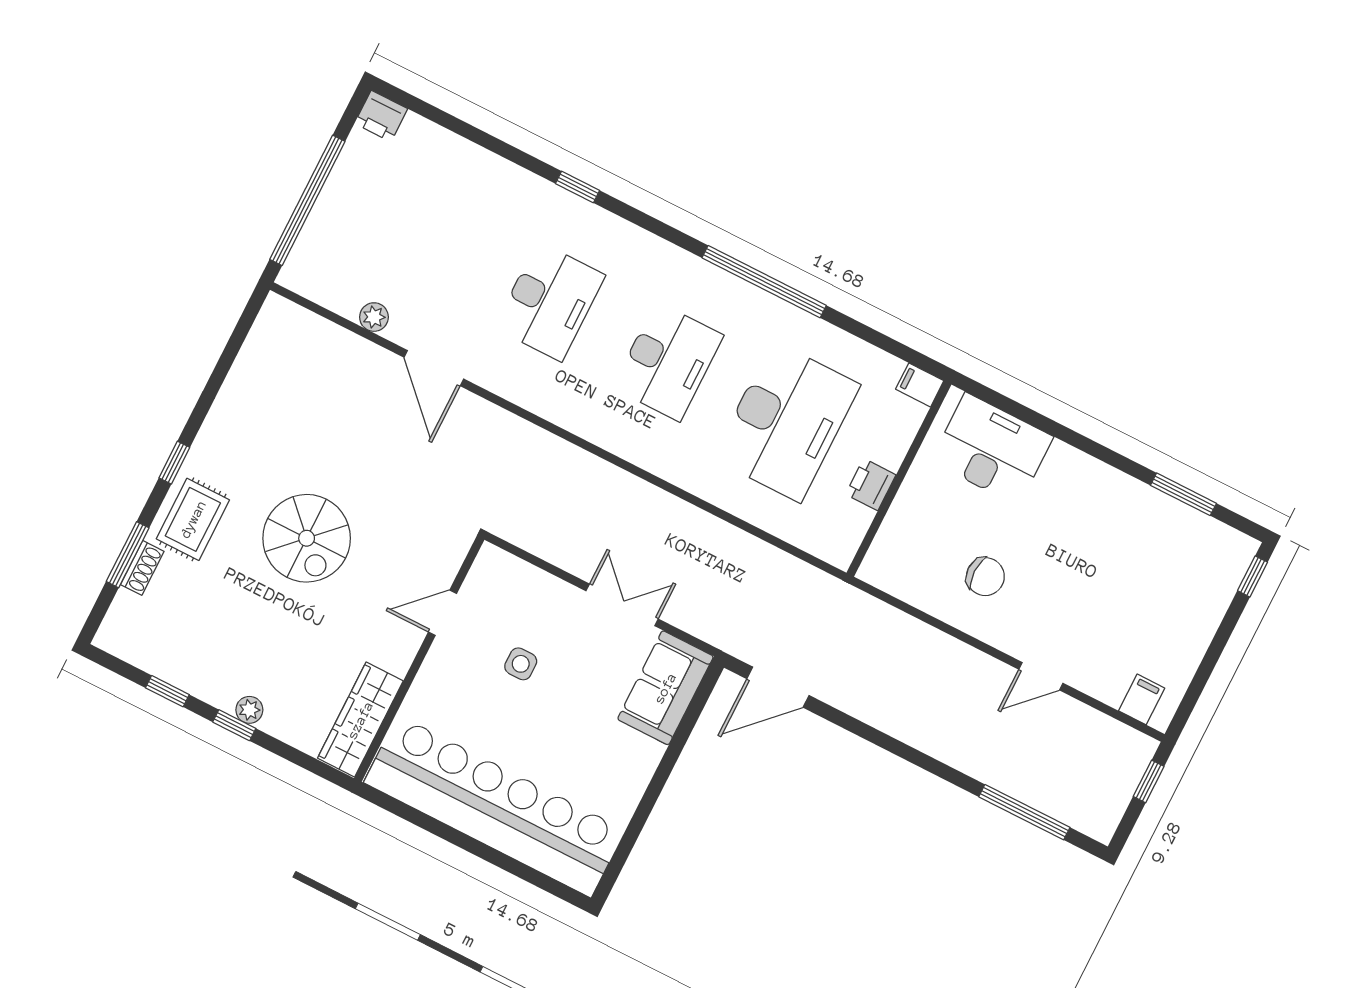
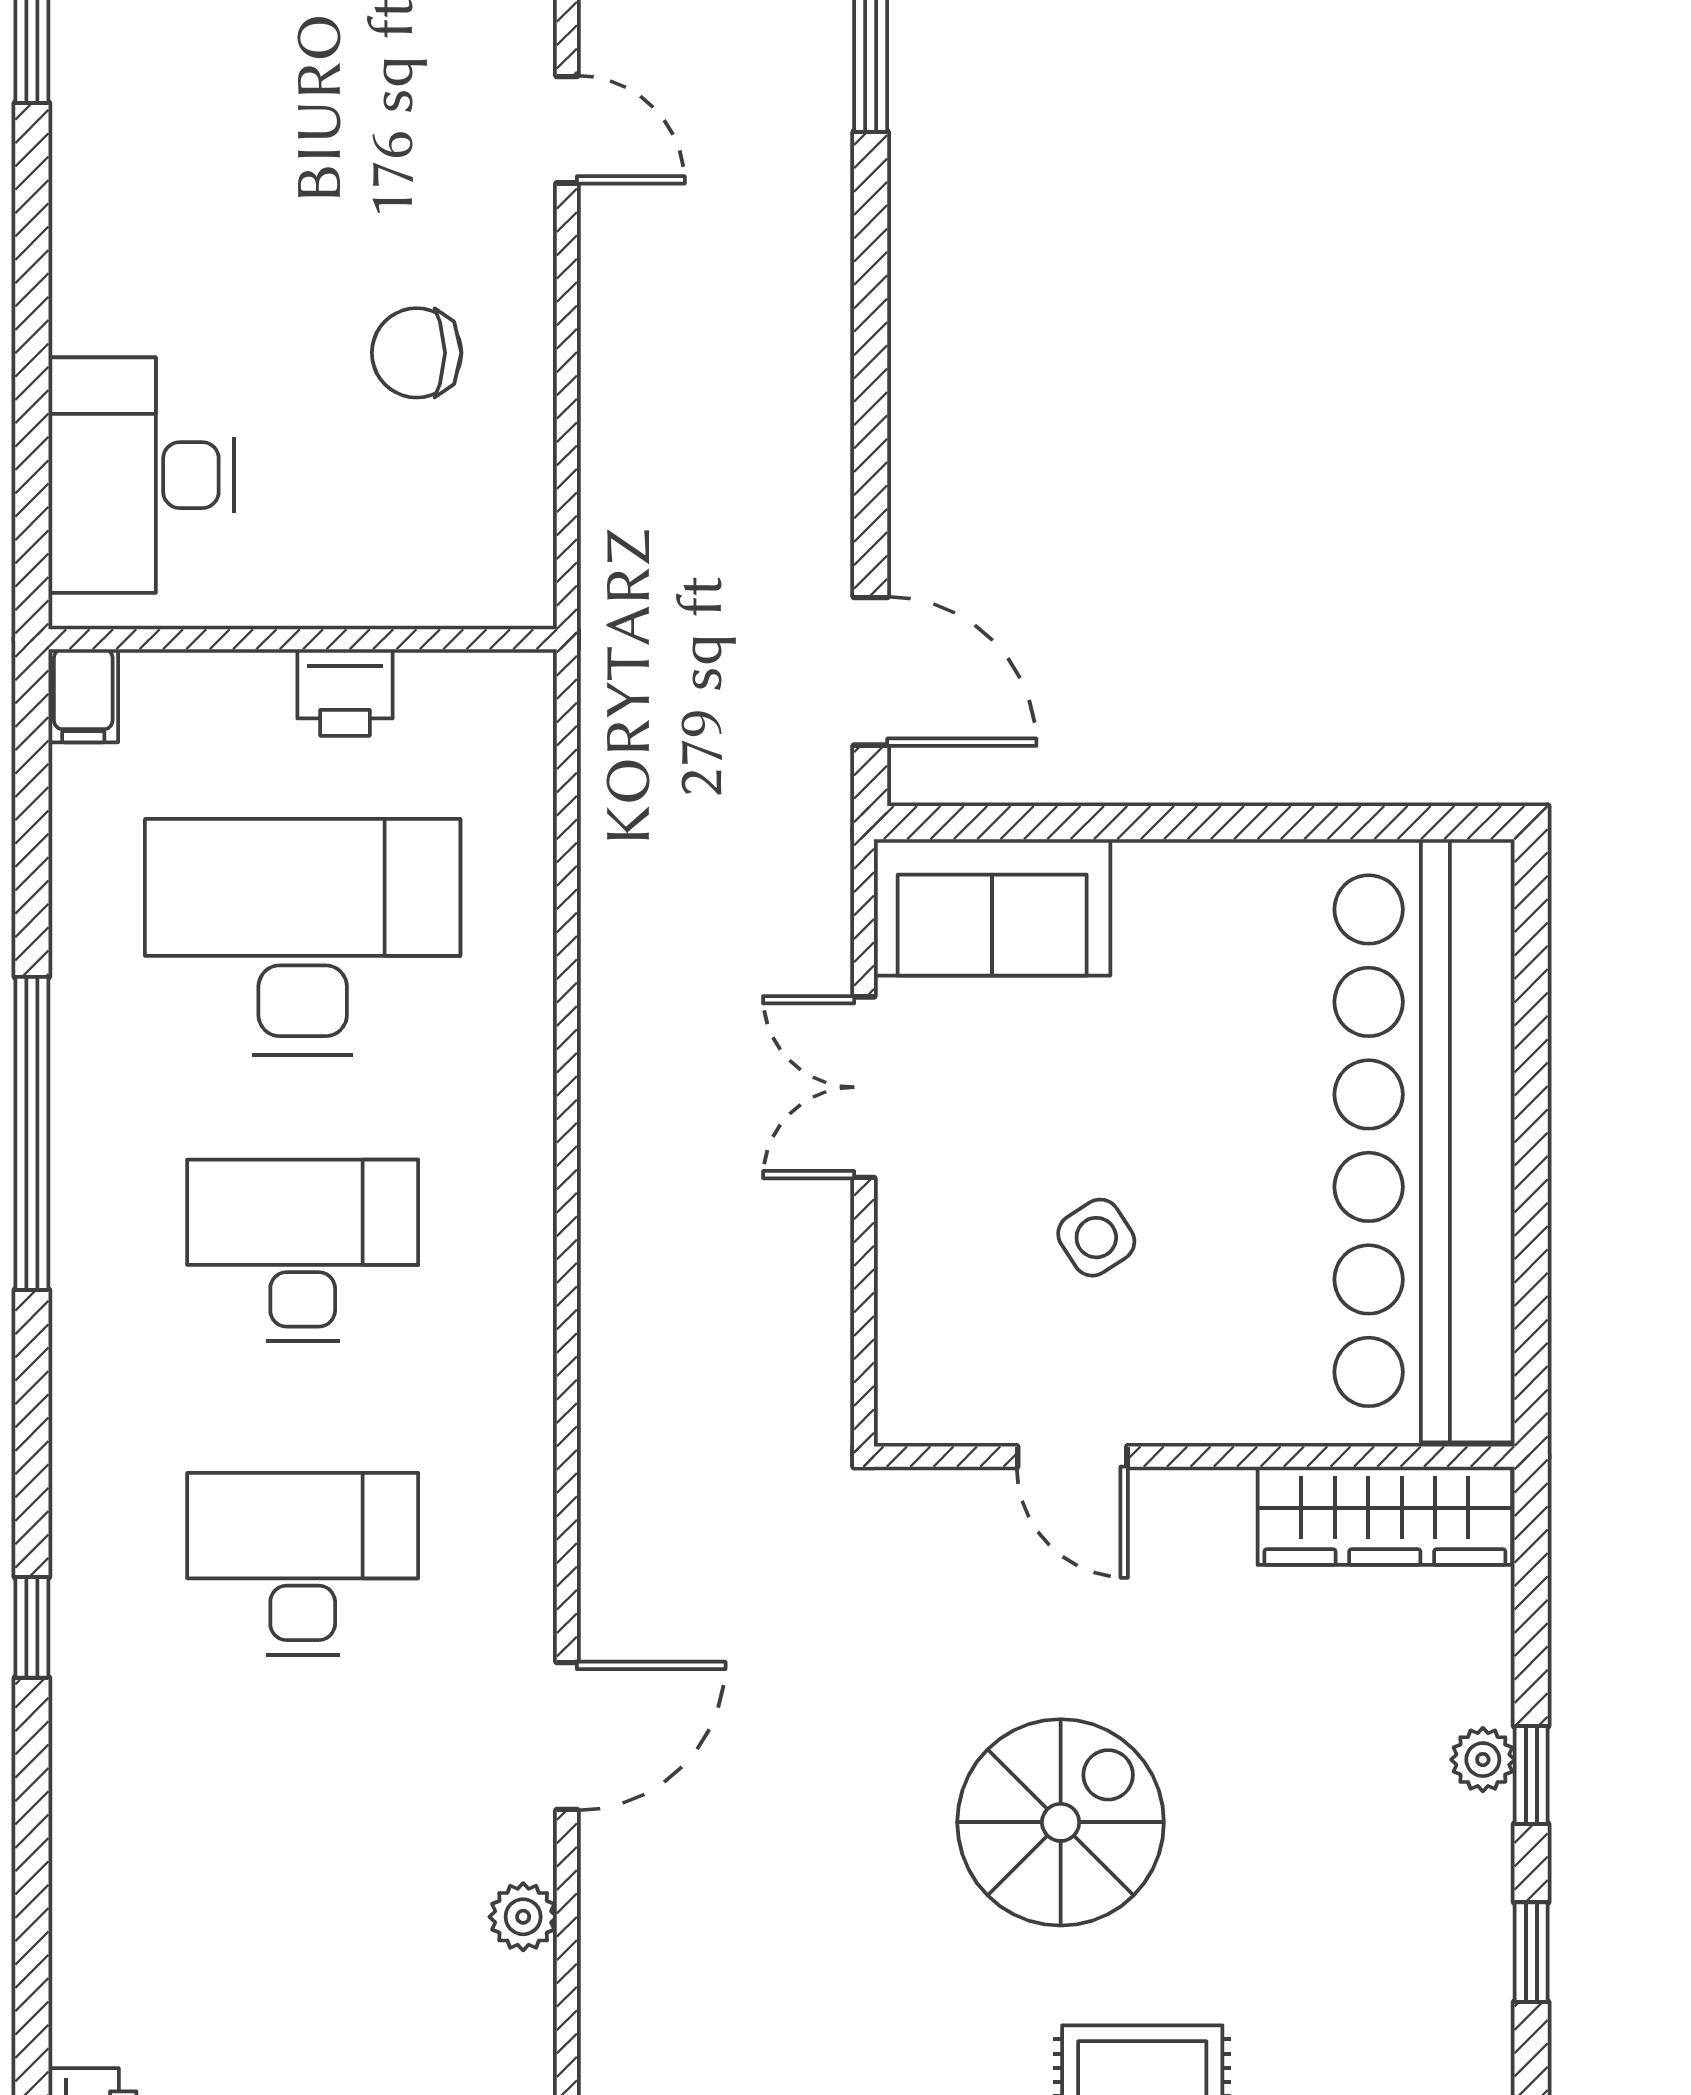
chair: (985, 577) -> (417, 353), turned -90
side table: (521, 664) -> (1096, 1238), turned -33

